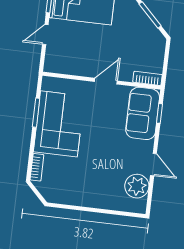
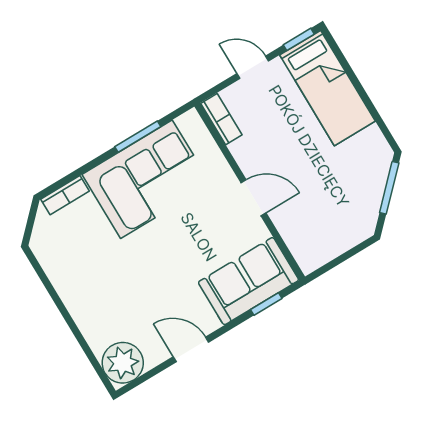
bookcase: (147, 78) -> (221, 119), moved
door: (153, 165) -> (191, 349), swing flipped
plant: (137, 186) -> (123, 363), moved

